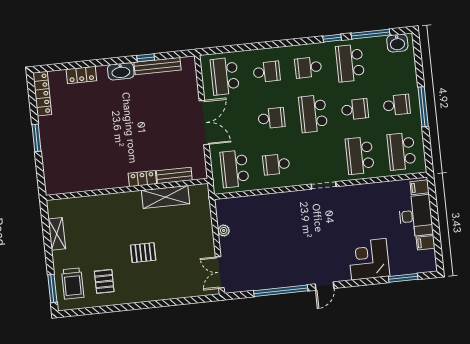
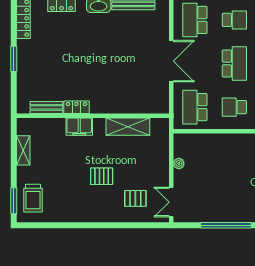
school desk: (271, 118) -> (234, 64), width x1.85
bench: (174, 176) -> (46, 107), moved
locker: (142, 179) -> (76, 107), moved
filing cabinet: (114, 202) -> (79, 127), added
pallet: (104, 281) -> (135, 198), moved, turned 90

